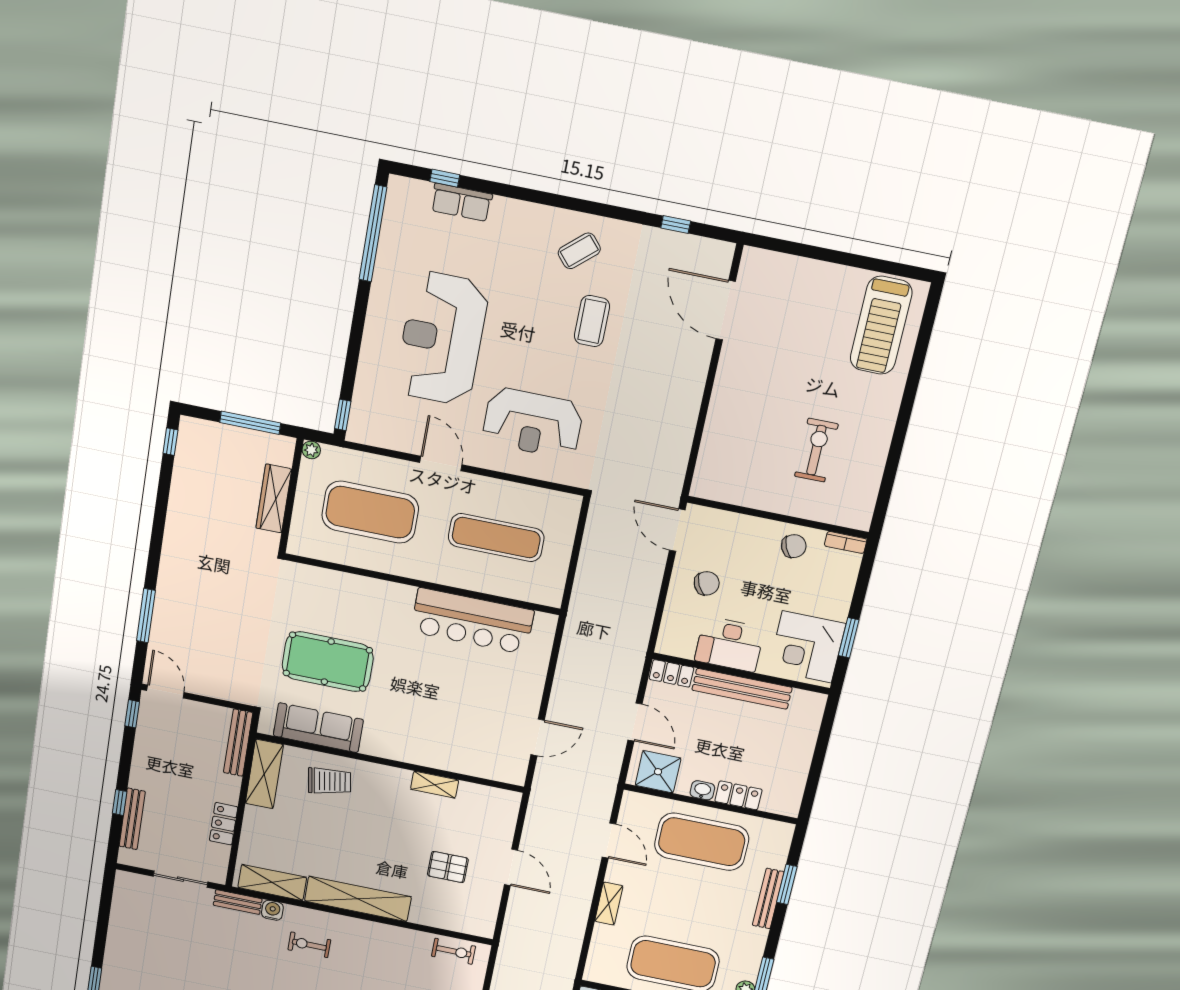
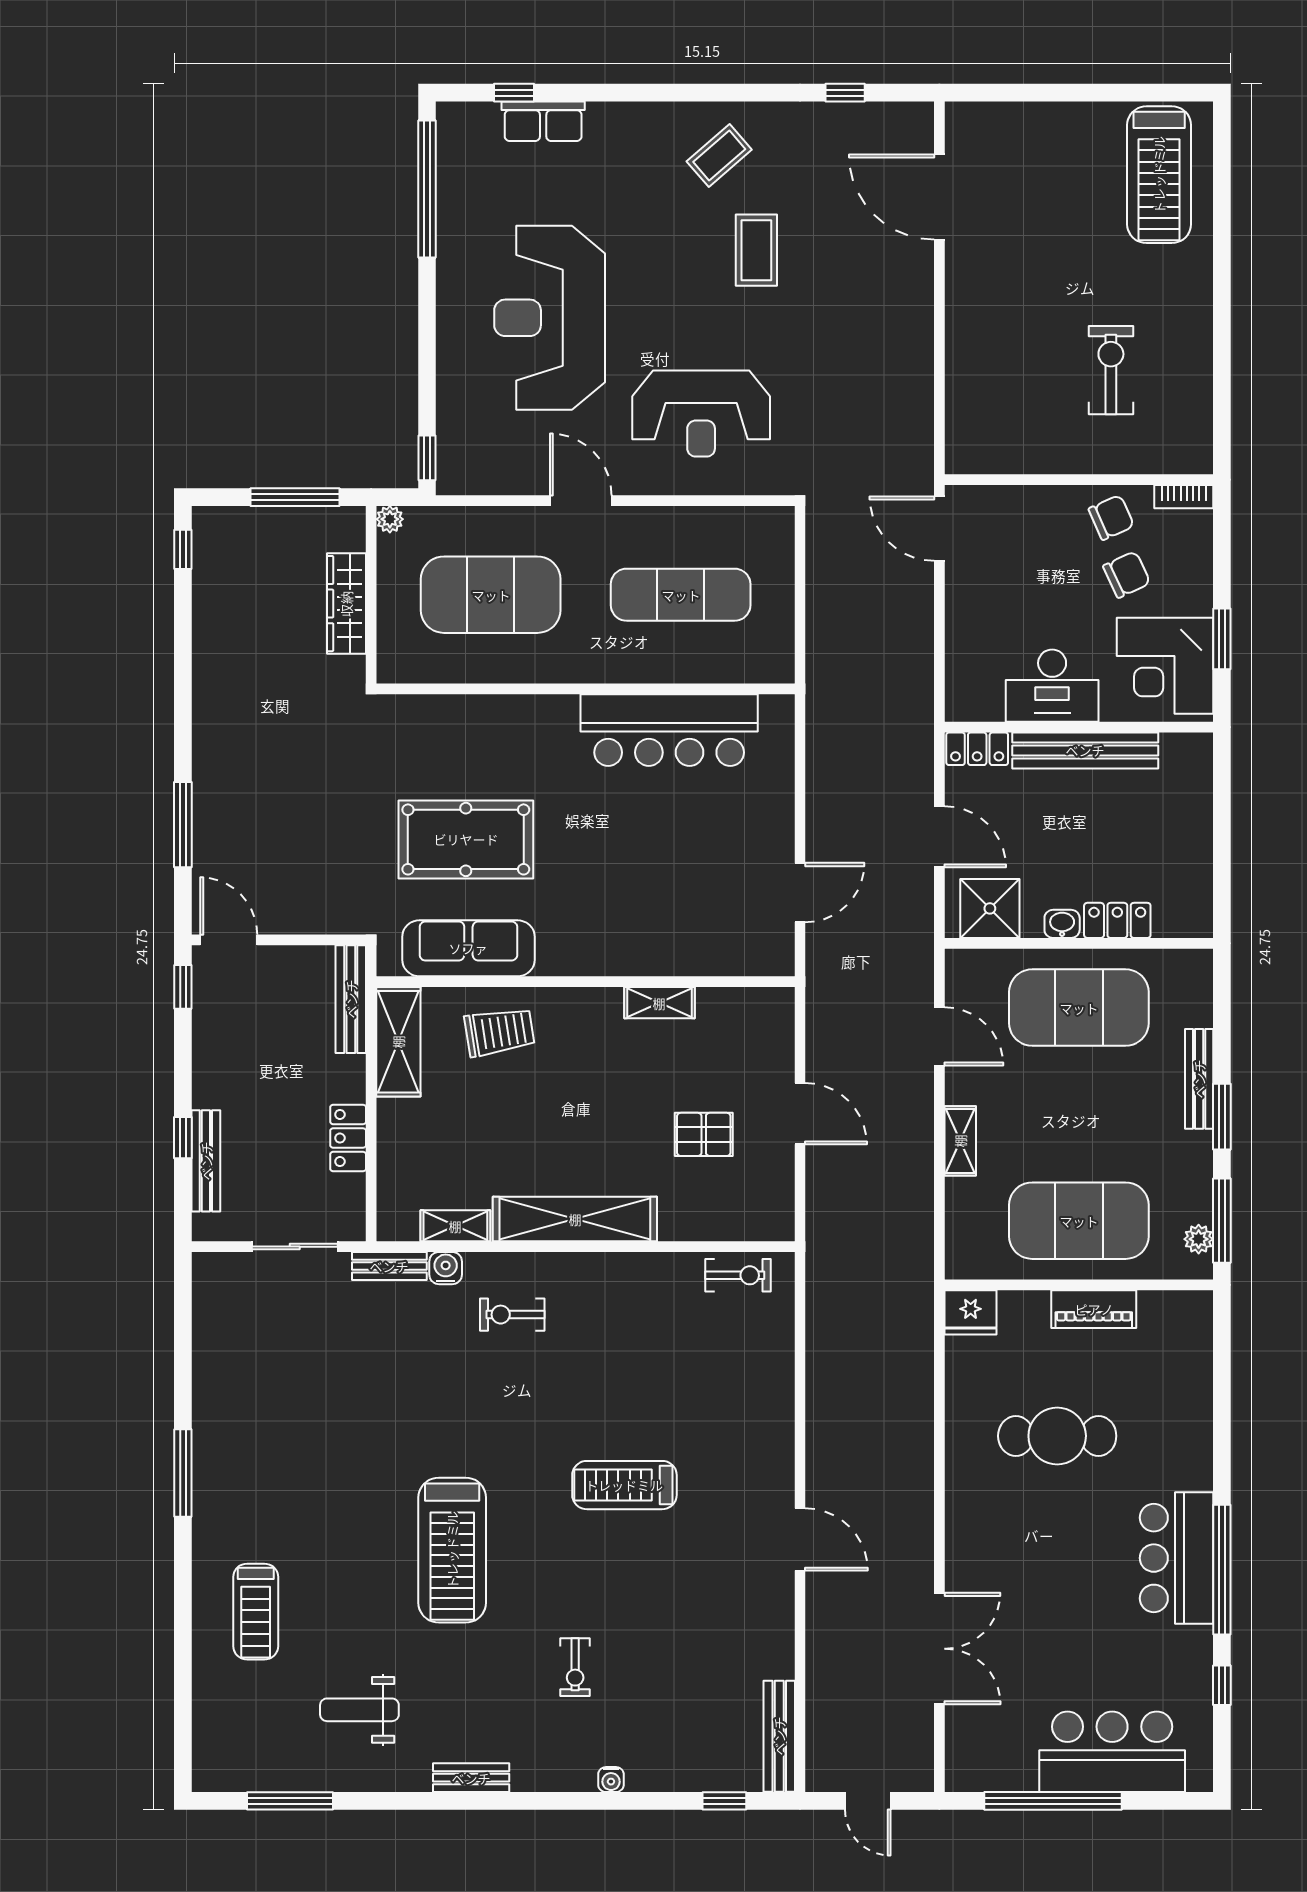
chair: (707, 583) -> (1127, 574), moved
shelving: (272, 882) -> (455, 1226), width x0.67, depth x0.75
window: (787, 884) -> (1222, 1117), moved

